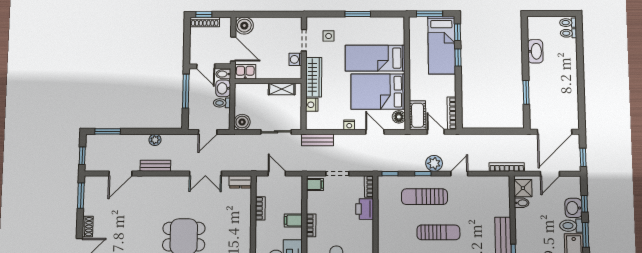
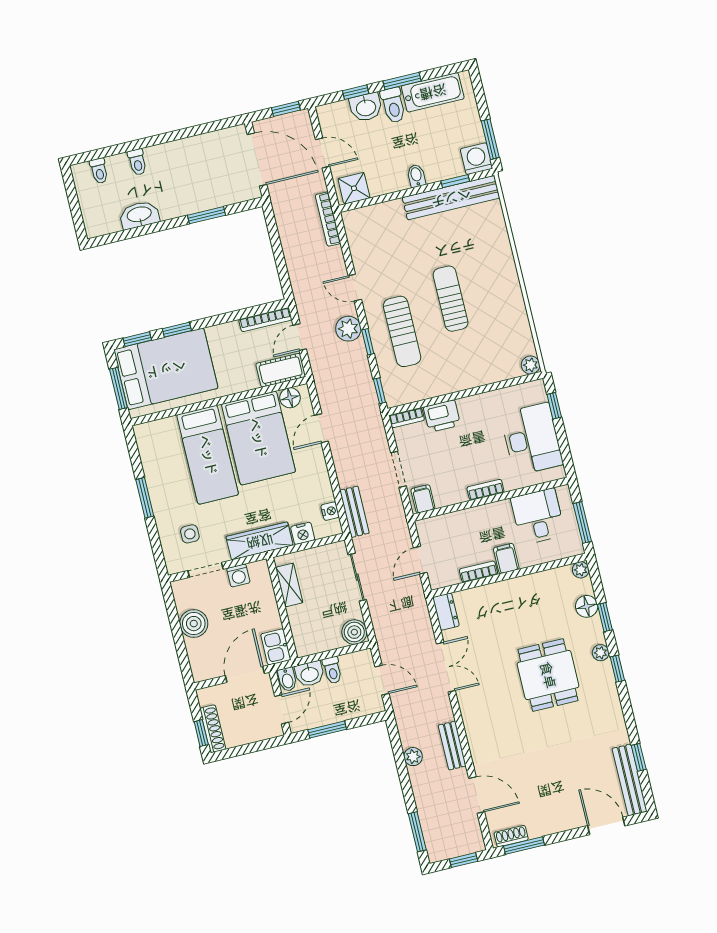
toilet: (568, 23) -> (137, 162), moved
boiler: (244, 26) -> (194, 624), moved
bed: (442, 45) -> (166, 369), width x1.50
window: (186, 91) -> (327, 730), width x0.69
nightstand: (349, 125) -> (330, 511), moved
bidet: (522, 203) -> (416, 176), moved
filing cabinet: (293, 220) -> (506, 559), moved, turned 180
shoe rack: (88, 227) -> (511, 836), moved

